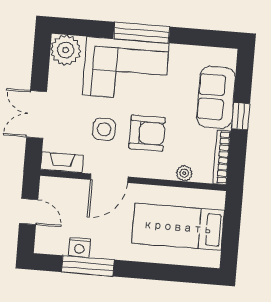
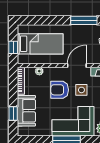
window: (241, 116) -> (13, 113), moved
window: (232, 224) -> (13, 47), added
nightstand: (79, 247) -> (89, 29), removed

